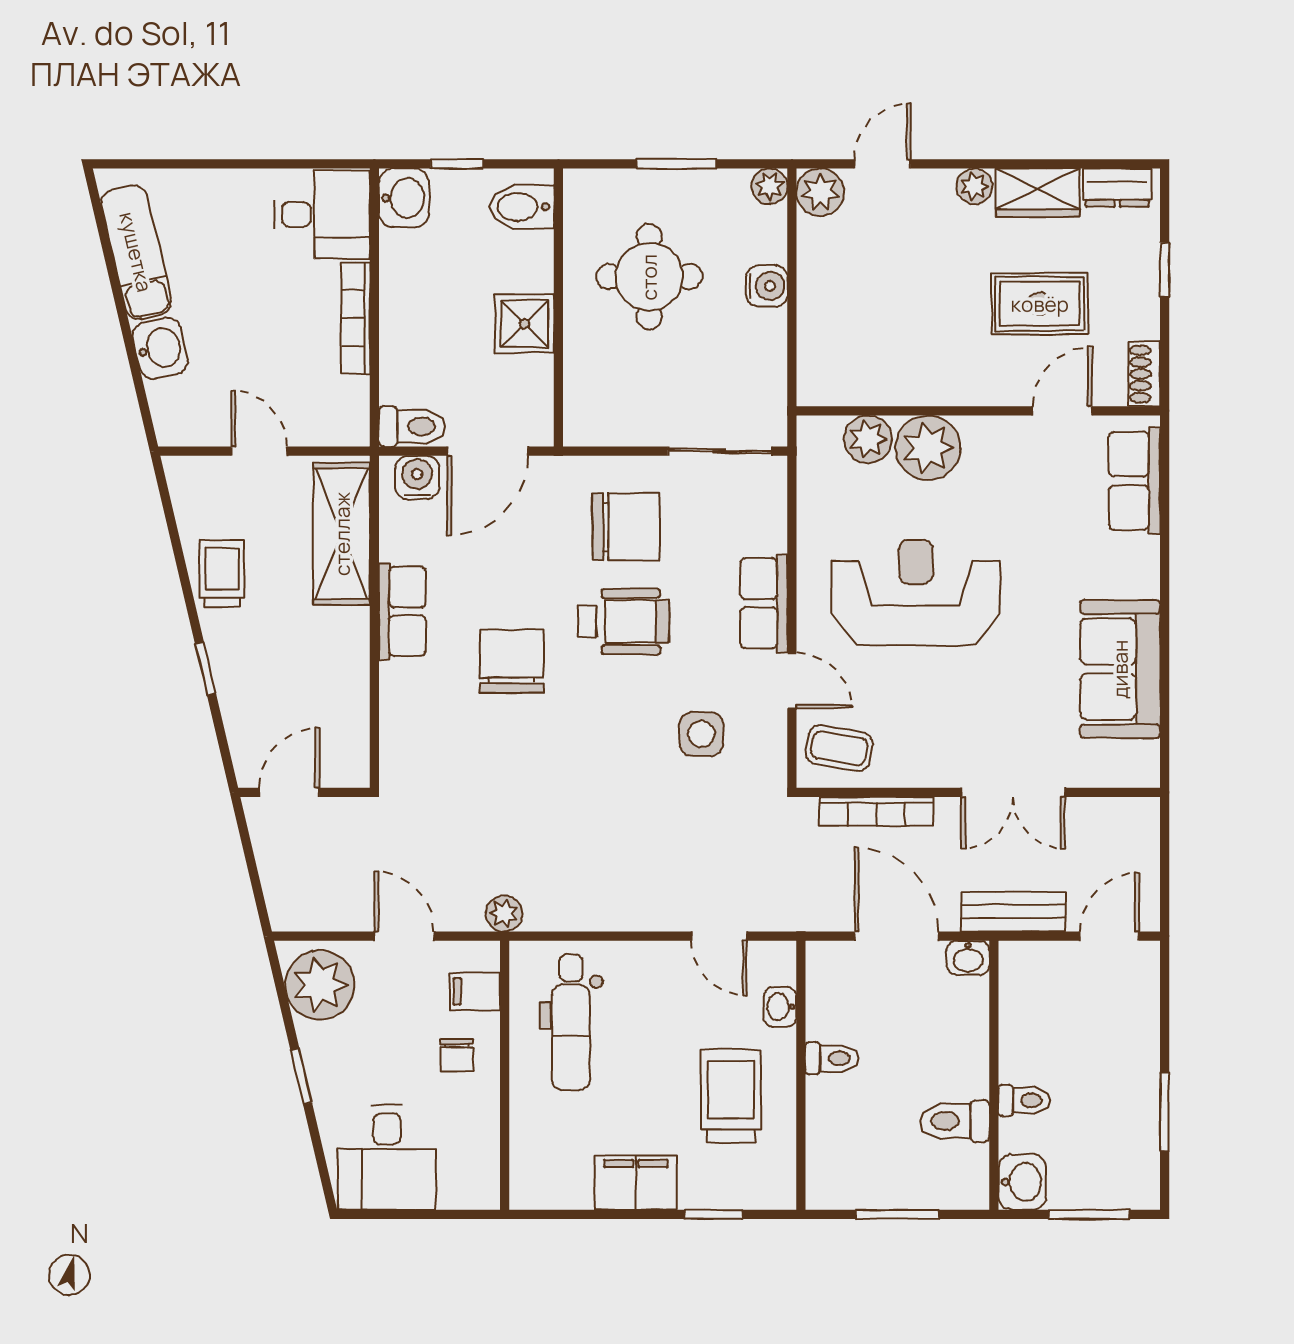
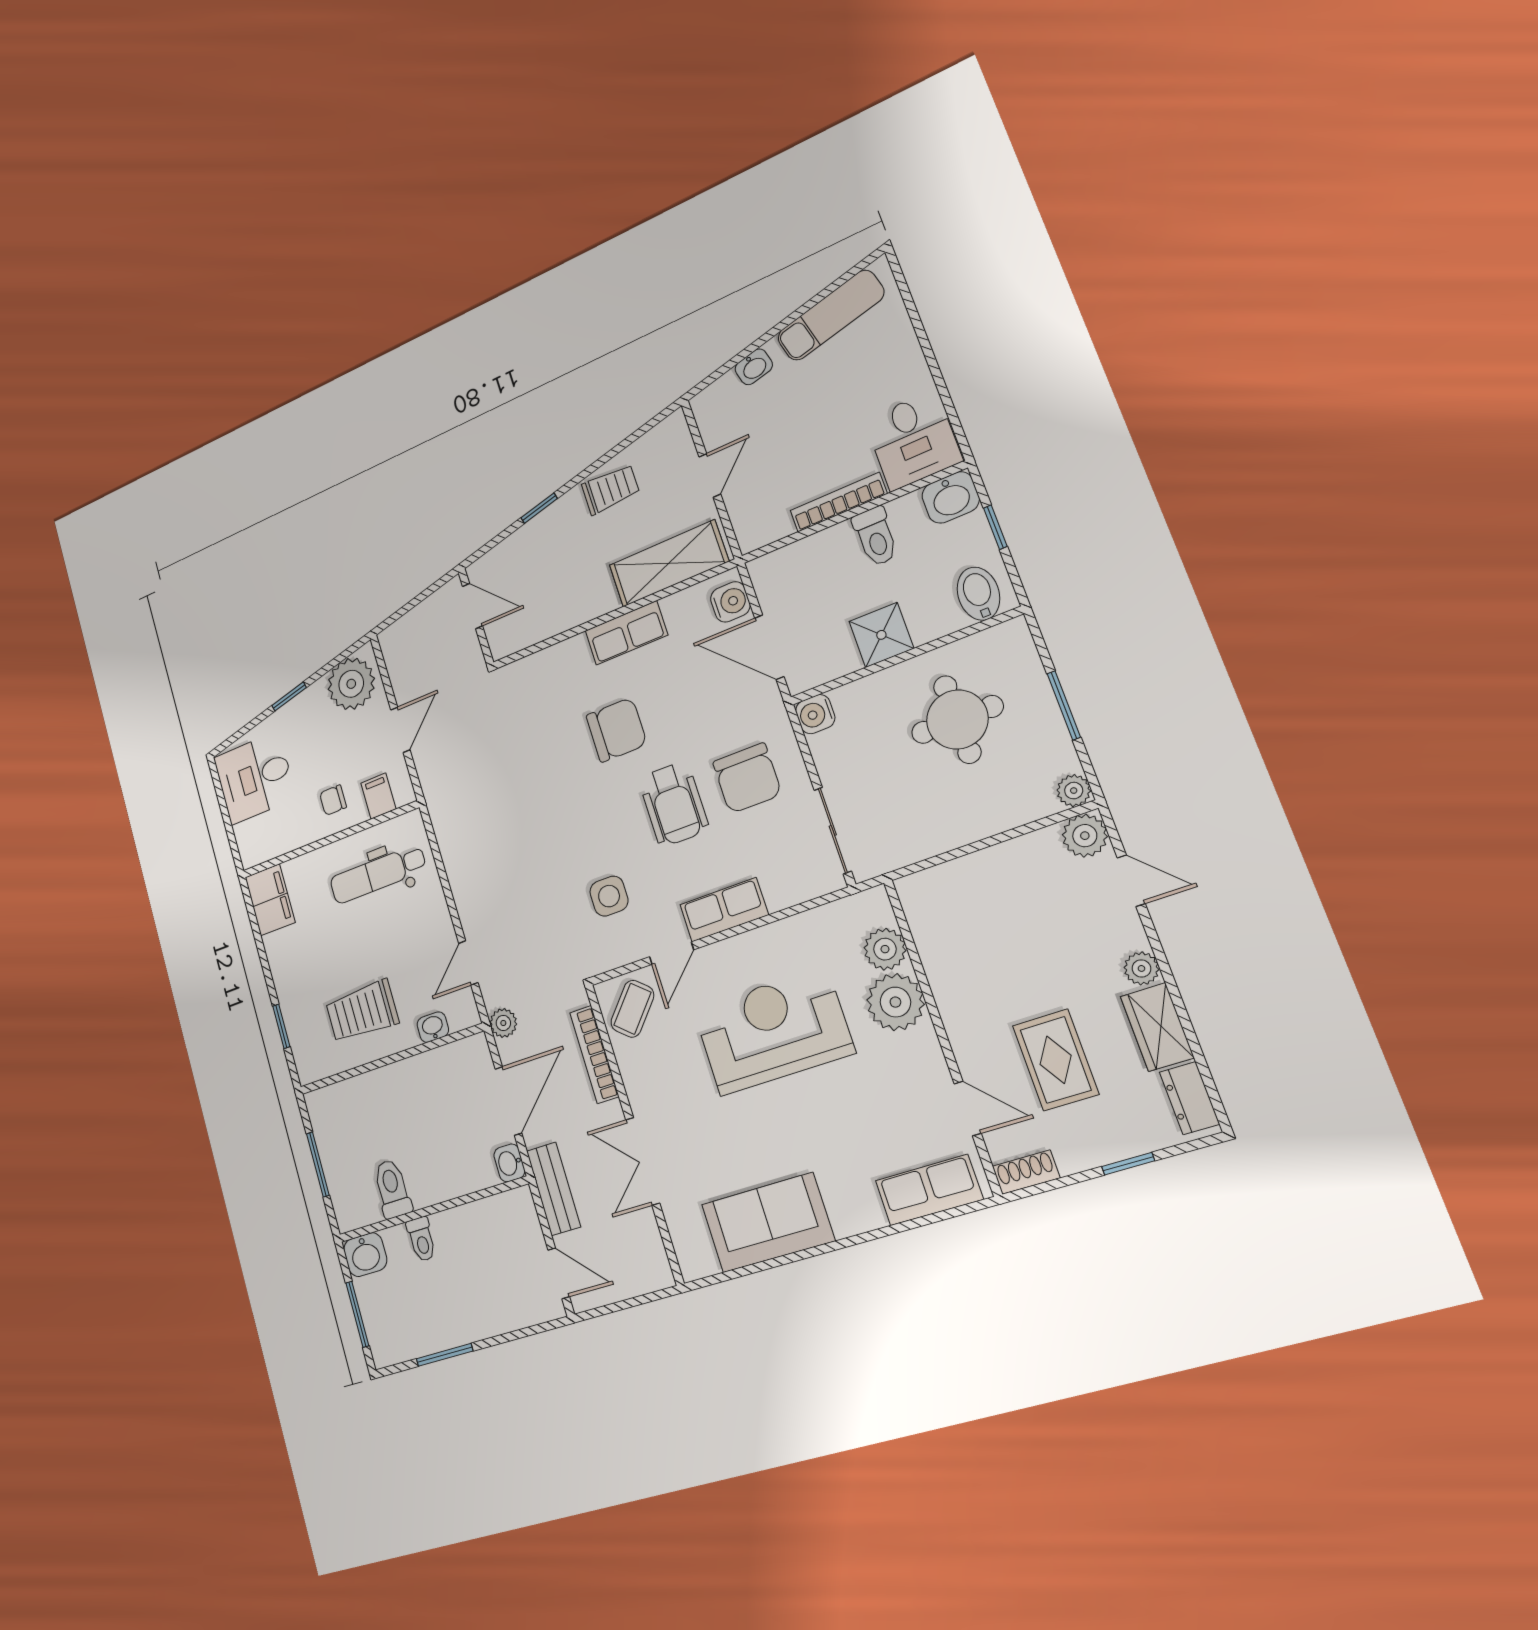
water cooler: (767, 286) -> (815, 714), moved, turned 90
washbasin: (160, 348) -> (754, 367), width x0.72, depth x0.69
toilet: (412, 426) -> (875, 537), moved
reception desk: (916, 593) -> (773, 1031), turned -90
coffee table: (839, 748) -> (632, 1009), turned 31
plant: (504, 913) -> (503, 1023), moved
toilet: (832, 1058) -> (409, 1079), removed
trolley: (731, 1096) -> (362, 1011), turned 180
filing cabinet: (636, 1183) -> (270, 900), moved

